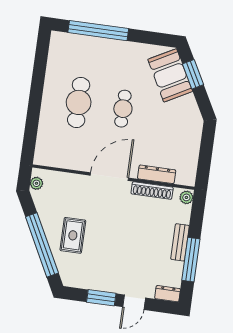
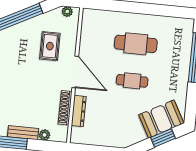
plant: (186, 197) -> (45, 135), moved
rug: (73, 235) -> (50, 46), moved, turned 90

